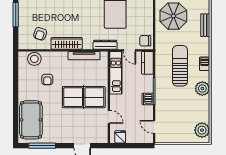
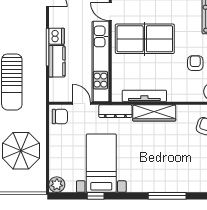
wardrobe: (67, 43) -> (154, 113), moved
kitchen counter: (147, 63) -> (57, 61), moved
kitchen unit: (116, 73) -> (100, 62), width x1.36

